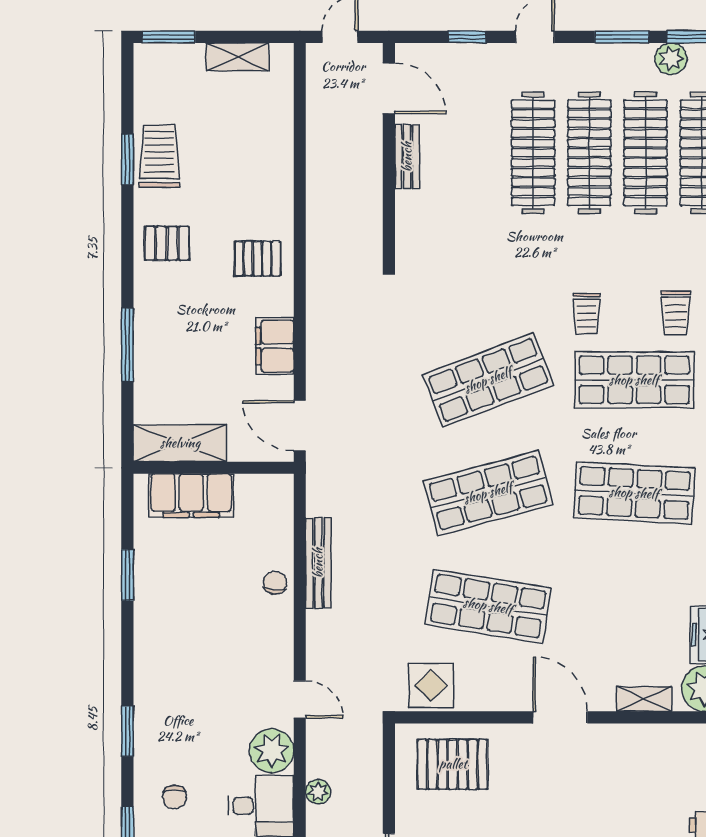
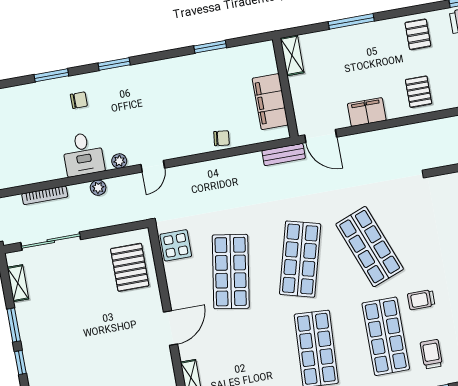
trolley: (675, 313) -> (431, 354), turned 90
door: (300, 426) -> (321, 136), swing flipped
shelving: (180, 443) -> (292, 55), width x0.67, depth x0.75
shop shelf: (488, 493) -> (300, 259), turned 30
filing cabinet: (191, 496) -> (270, 102), moved
bench: (318, 563) -> (284, 155), moved, width x0.73
plant: (272, 751) -> (119, 161), width x0.53, depth x0.53
chair: (174, 797) -> (79, 100), turned 180

